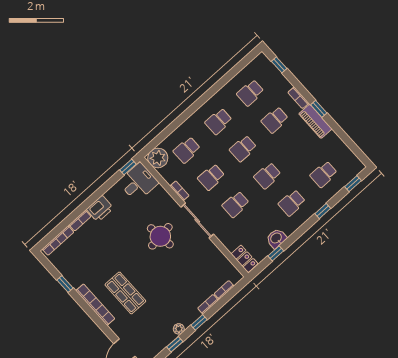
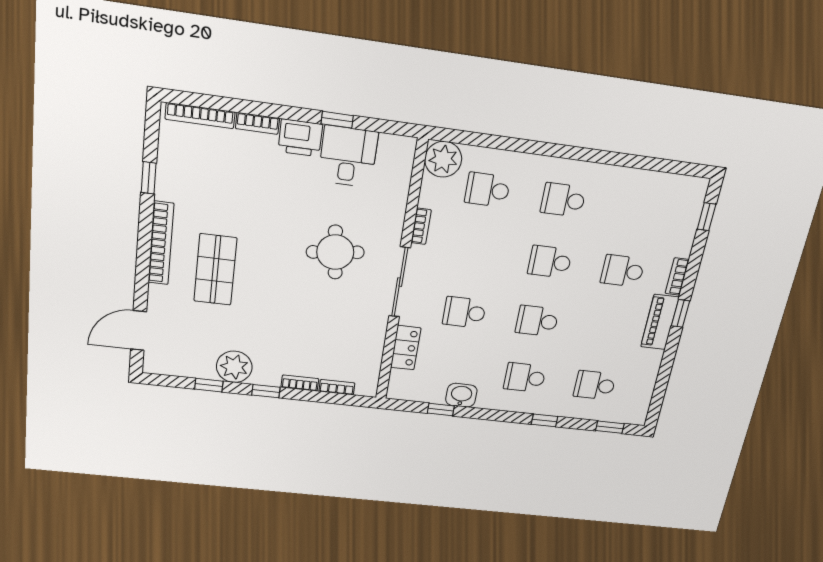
school desk: (250, 93) -> (637, 210), removed
window: (128, 167) -> (337, 120), moved
school desk: (211, 177) -> (476, 252), removed
desk: (138, 182) -> (348, 157), moved, turned -90
locker: (244, 259) -> (406, 348), moved
plant: (179, 329) -> (234, 367), width x1.88, depth x1.88

